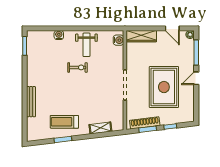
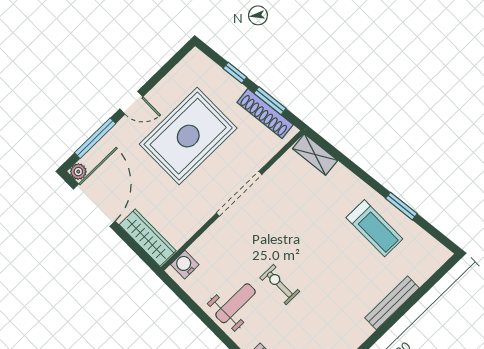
door: (172, 28) -> (94, 205), width x1.88
shelving: (100, 128) -> (315, 154), moved

